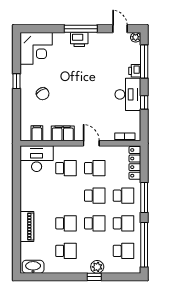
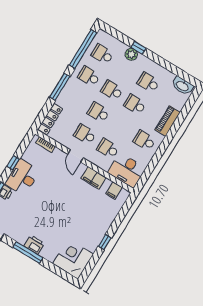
chair: (43, 94) -> (90, 219), removed
school desk: (123, 196) -> (144, 141), moved

